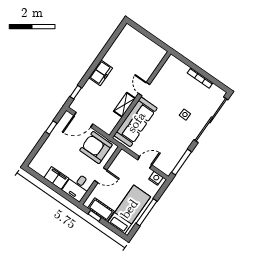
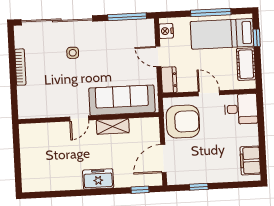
door: (83, 120) -> (163, 159), swing flipped
armchair: (96, 148) -> (183, 122), turned -90
dresser: (126, 158) -> (169, 80), added
filing cabinet: (56, 178) -> (250, 160), moved
window: (95, 216) -> (257, 38), moved

